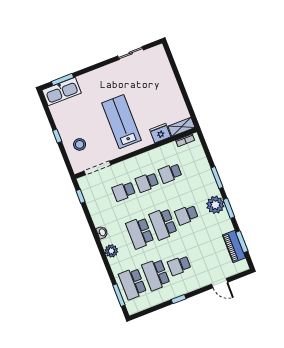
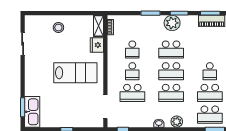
lab bench: (122, 122) -> (75, 73), turned 180
stool: (80, 144) -> (58, 28), moved
school desk: (124, 191) -> (132, 93), width x1.85
school desk: (186, 215) -> (171, 50), width x1.85

